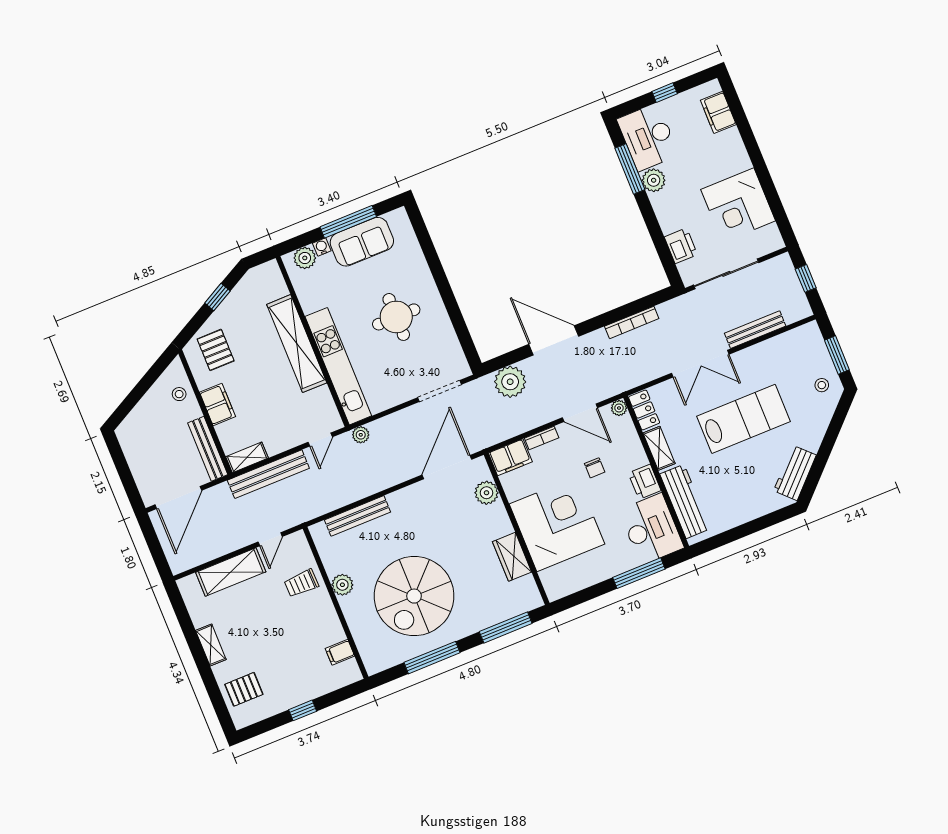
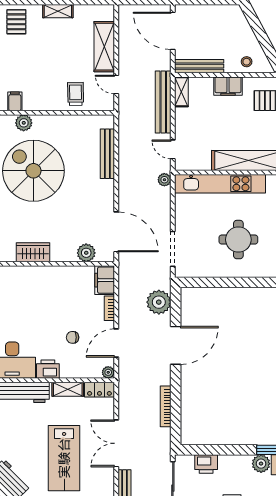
corner desk: (557, 524) -> (43, 294), removed
plant: (342, 585) -> (24, 123), moved

